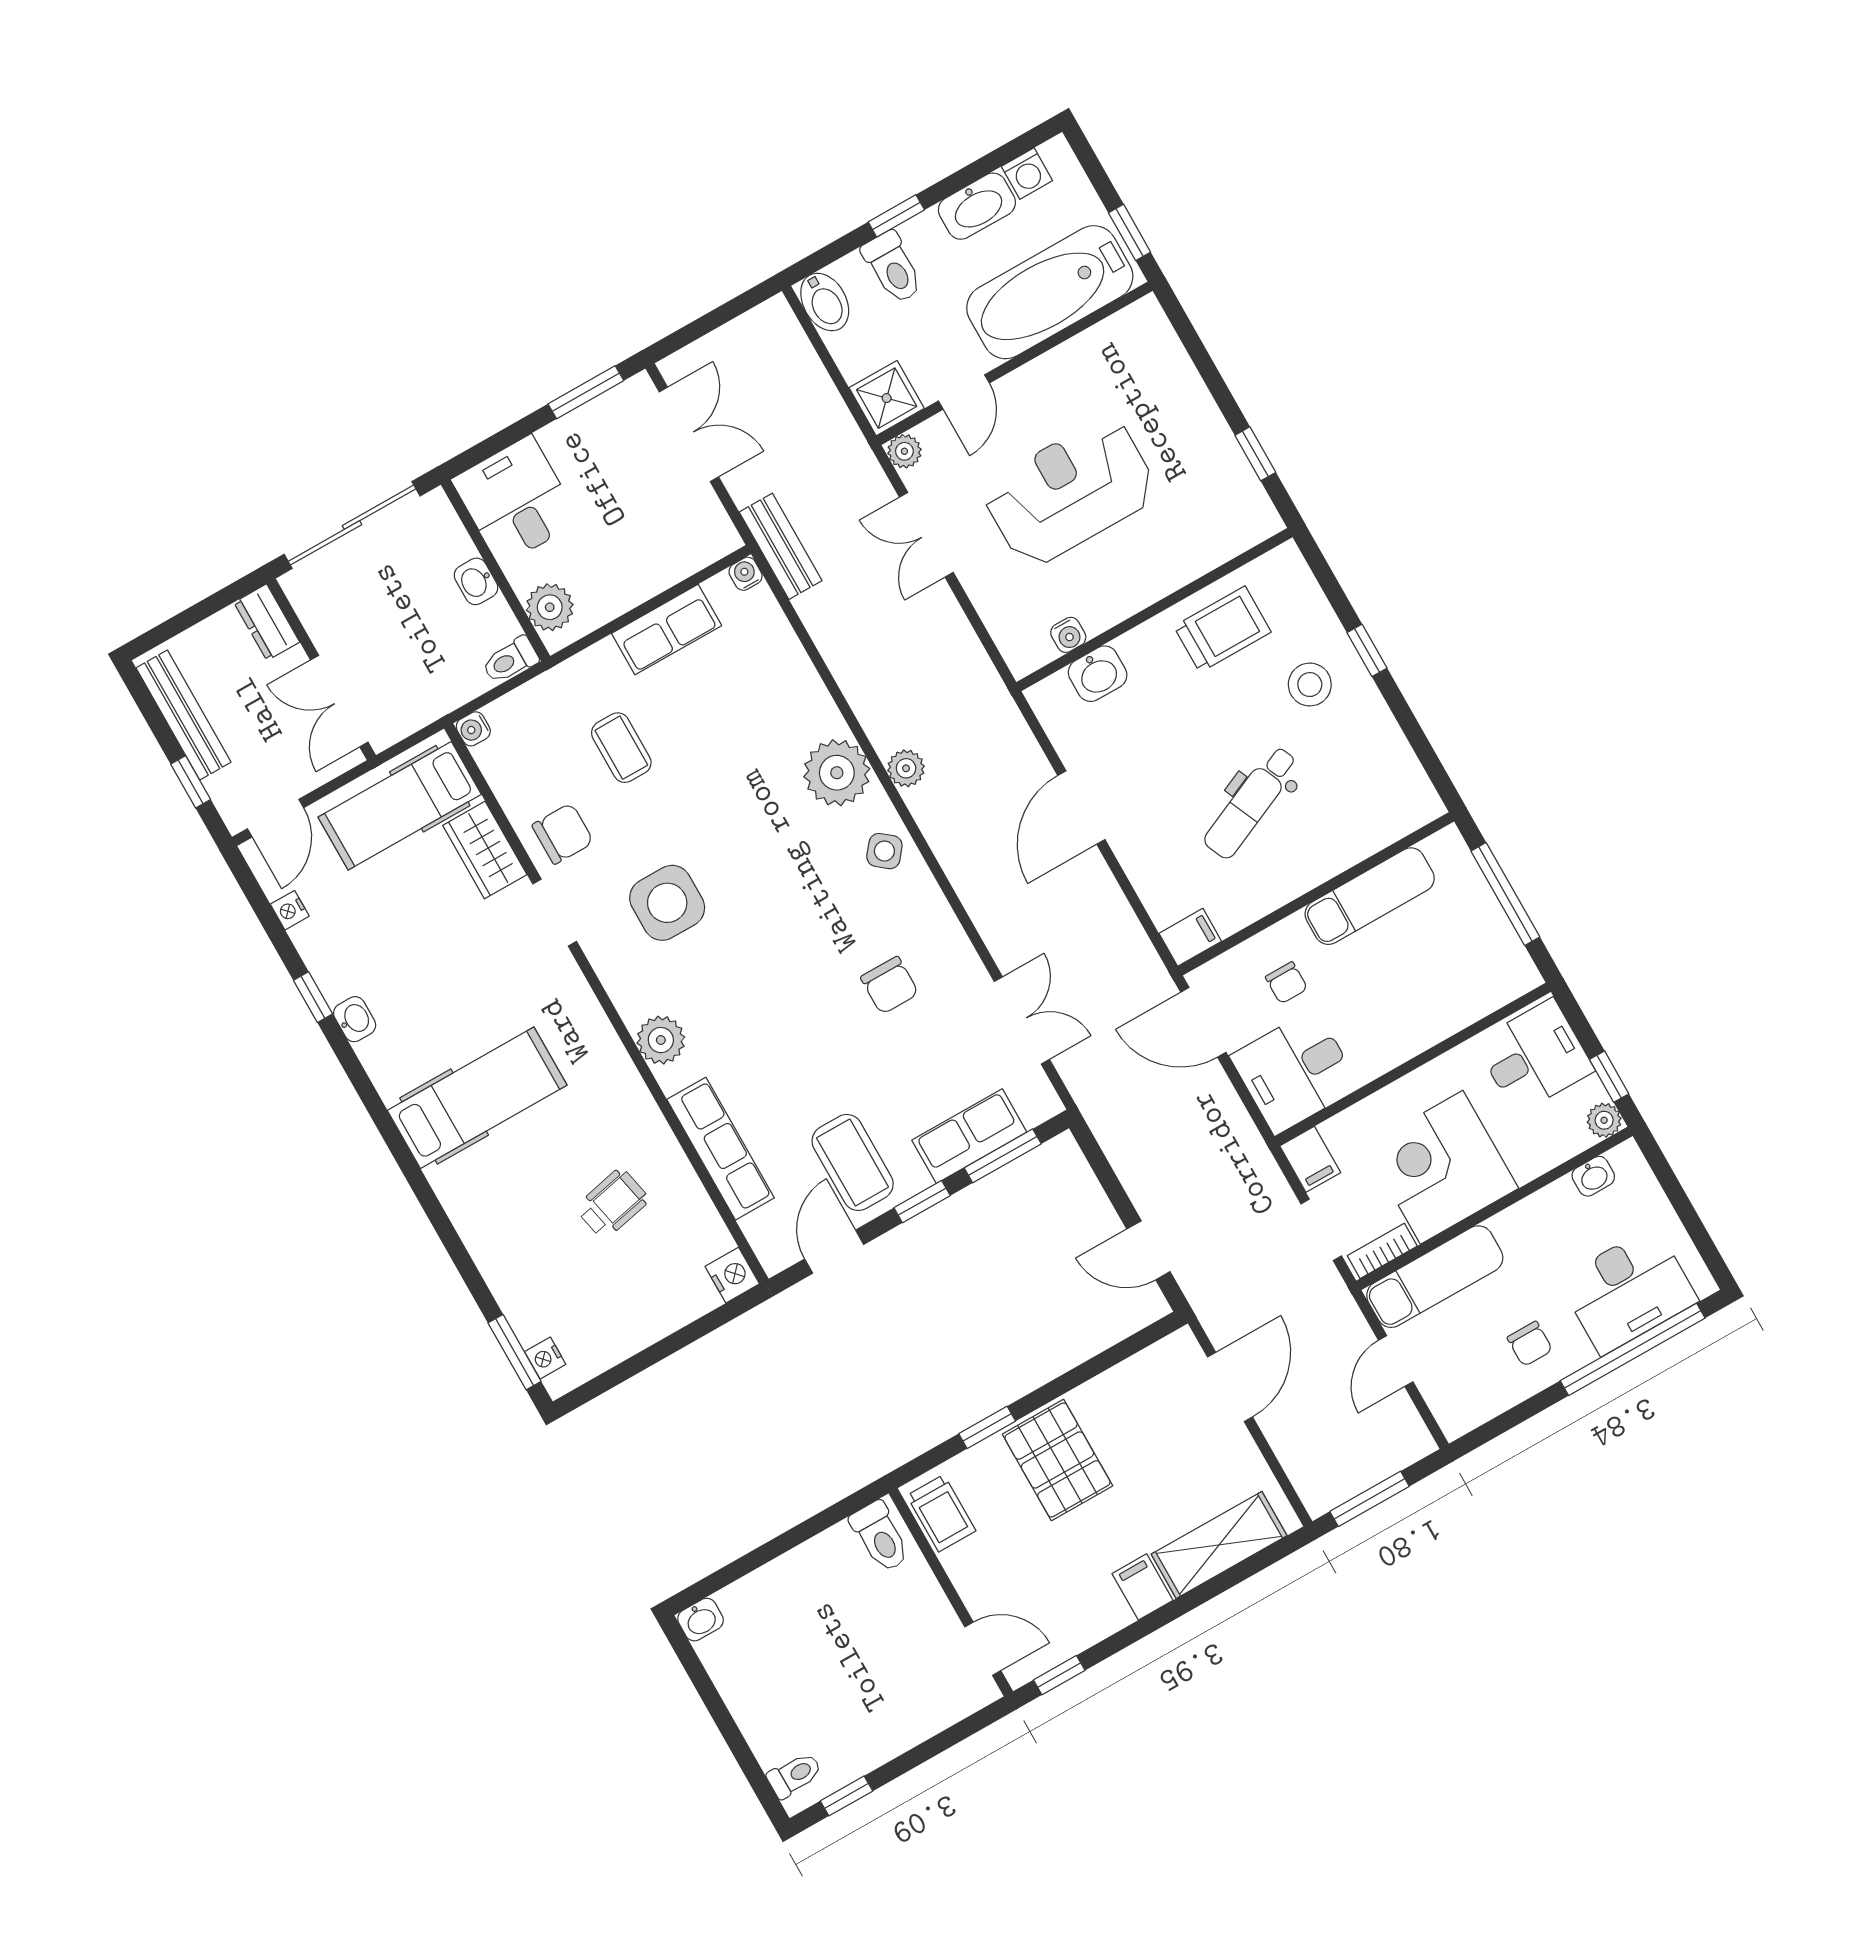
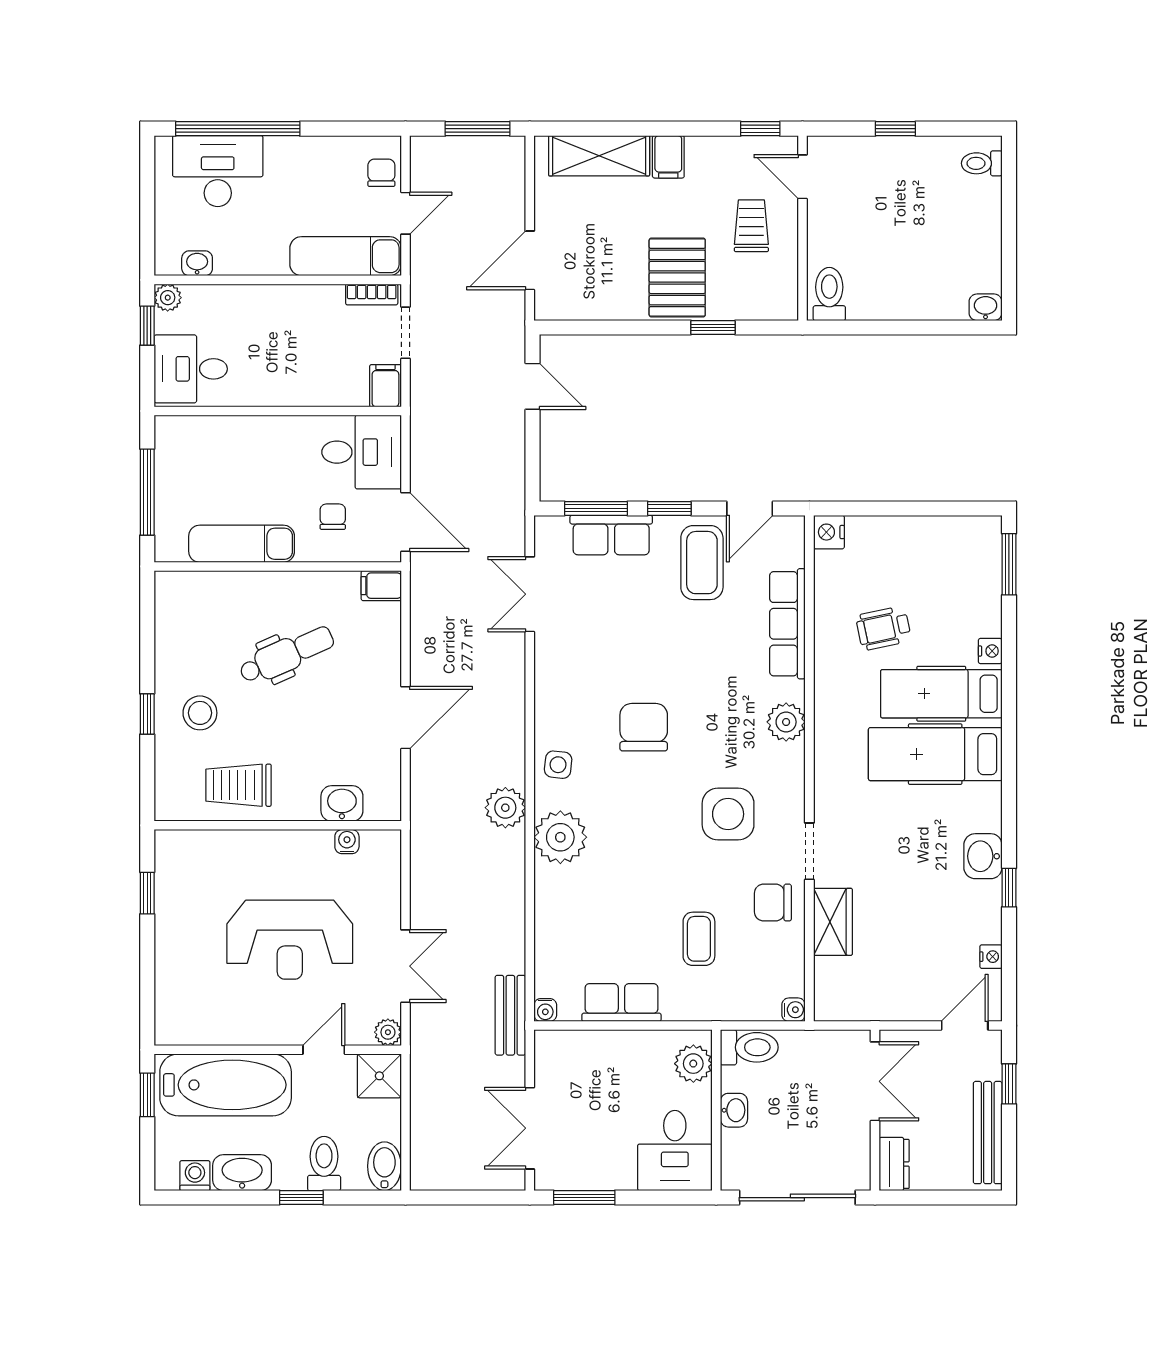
toilet: (510, 660) -> (749, 1047), width x1.37, depth x1.39
plant: (906, 768) -> (505, 808), width x1.38, depth x1.38
hospital bed: (400, 806) -> (941, 694), moved, turned 180
side table: (884, 851) -> (558, 765), turned -33
chair: (890, 985) -> (644, 727), moved, width x1.37, depth x1.37
washbasin: (355, 1019) -> (983, 856), width x1.38, depth x1.45
corner desk: (1442, 1167) -> (298, 329), removed
chair: (1530, 1344) -> (381, 173), moved
nightstand: (545, 1358) -> (990, 651), moved
trolley: (941, 1513) -> (751, 226), moved
window: (847, 1796) -> (895, 129), moved

